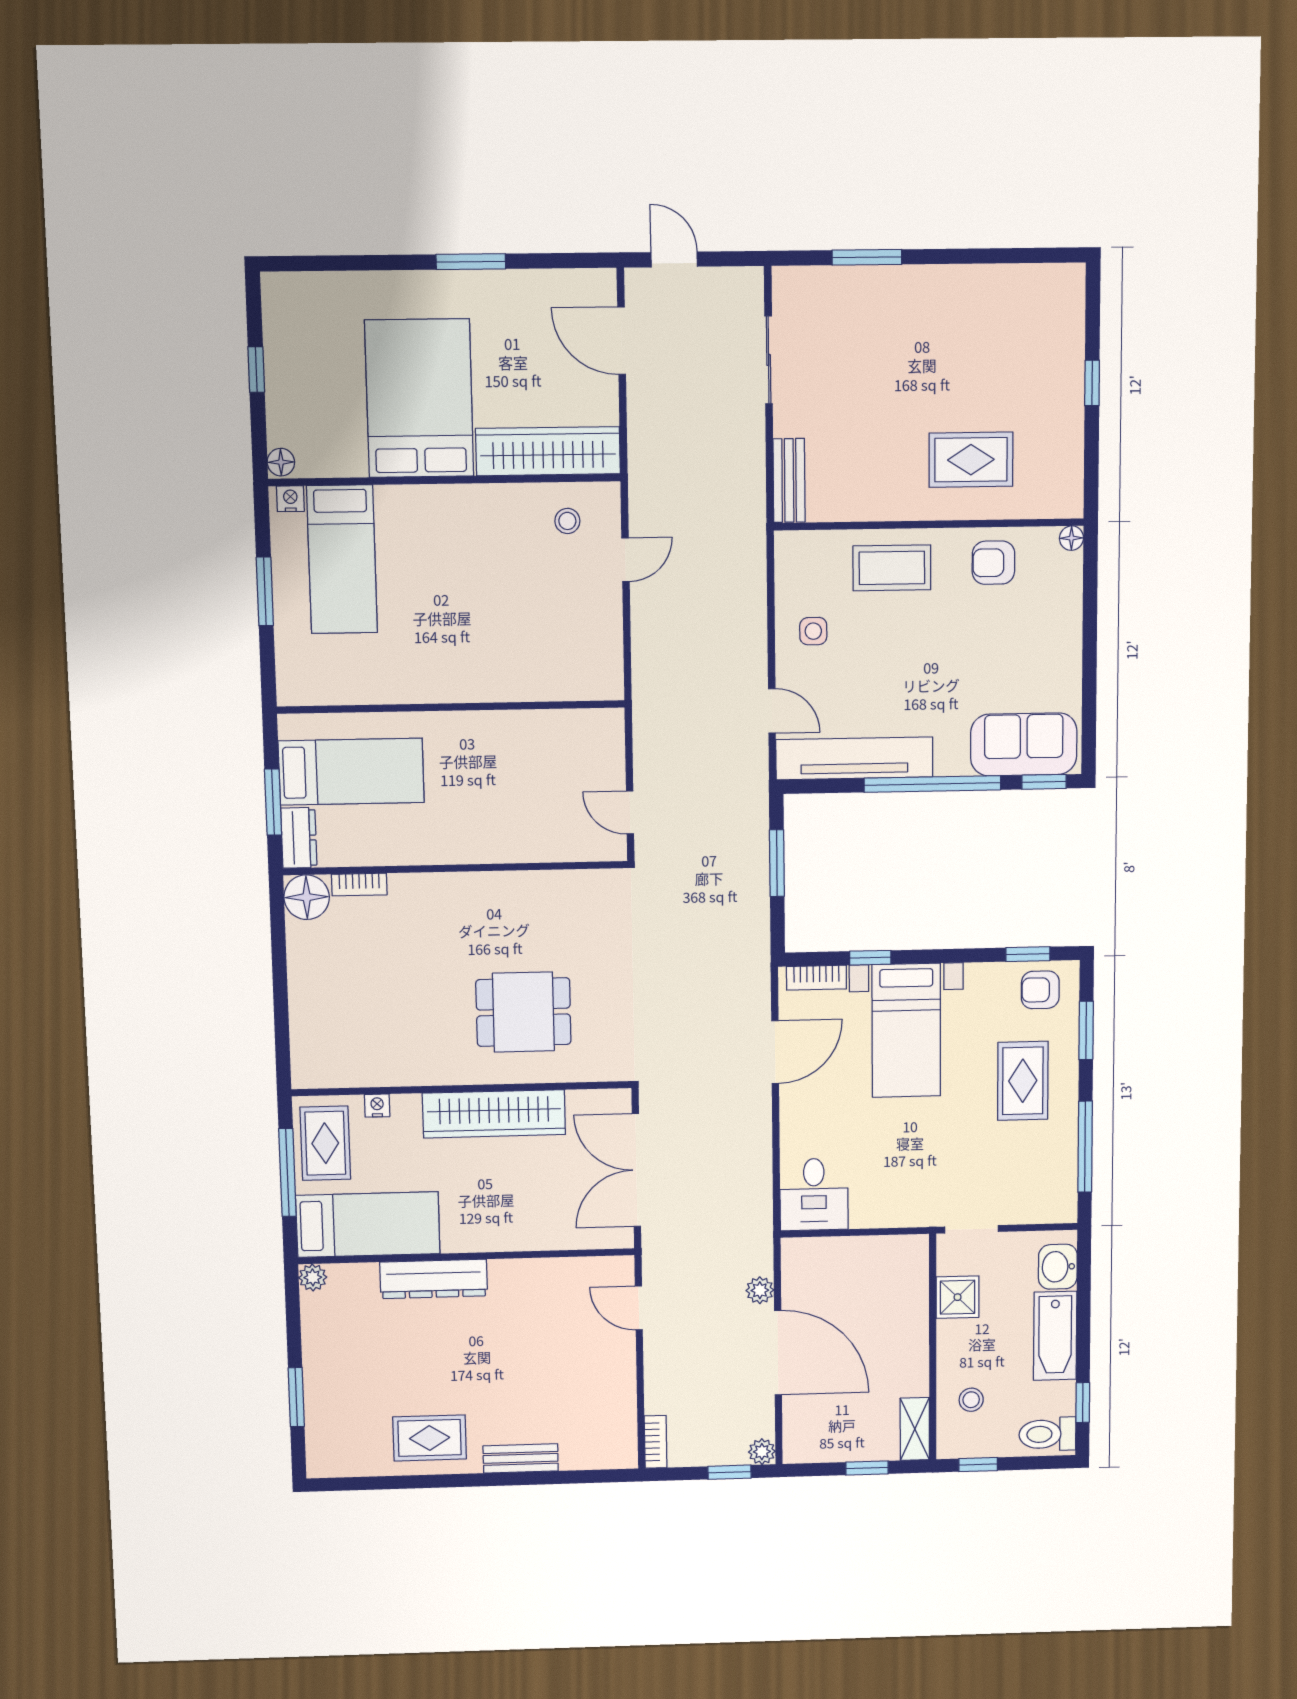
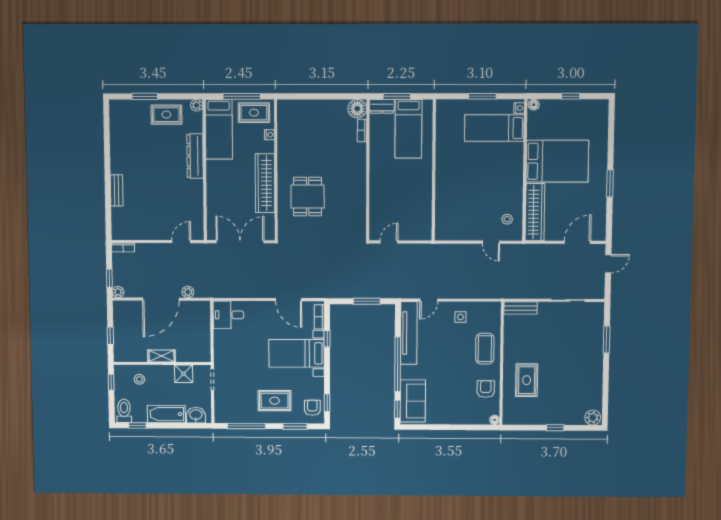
plant: (1066, 287) -> (593, 418), added
shelving: (915, 1429) -> (162, 356), moved
rug: (430, 1438) -> (166, 115), moved, turned 90

